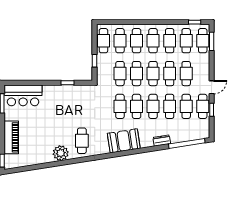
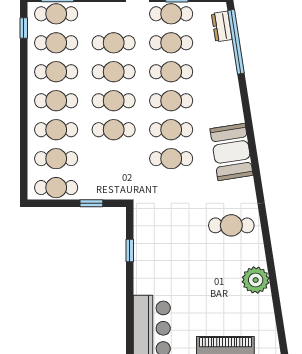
cafe table: (120, 74) -> (114, 159), removed
dresser: (162, 141) -> (222, 26), moved
plant: (61, 153) -> (256, 280), moved

